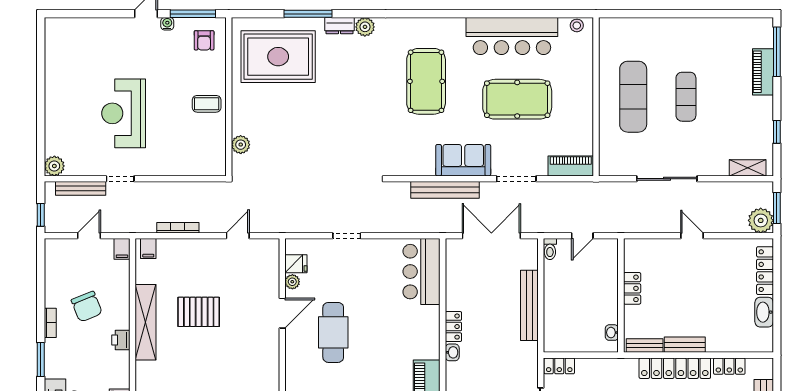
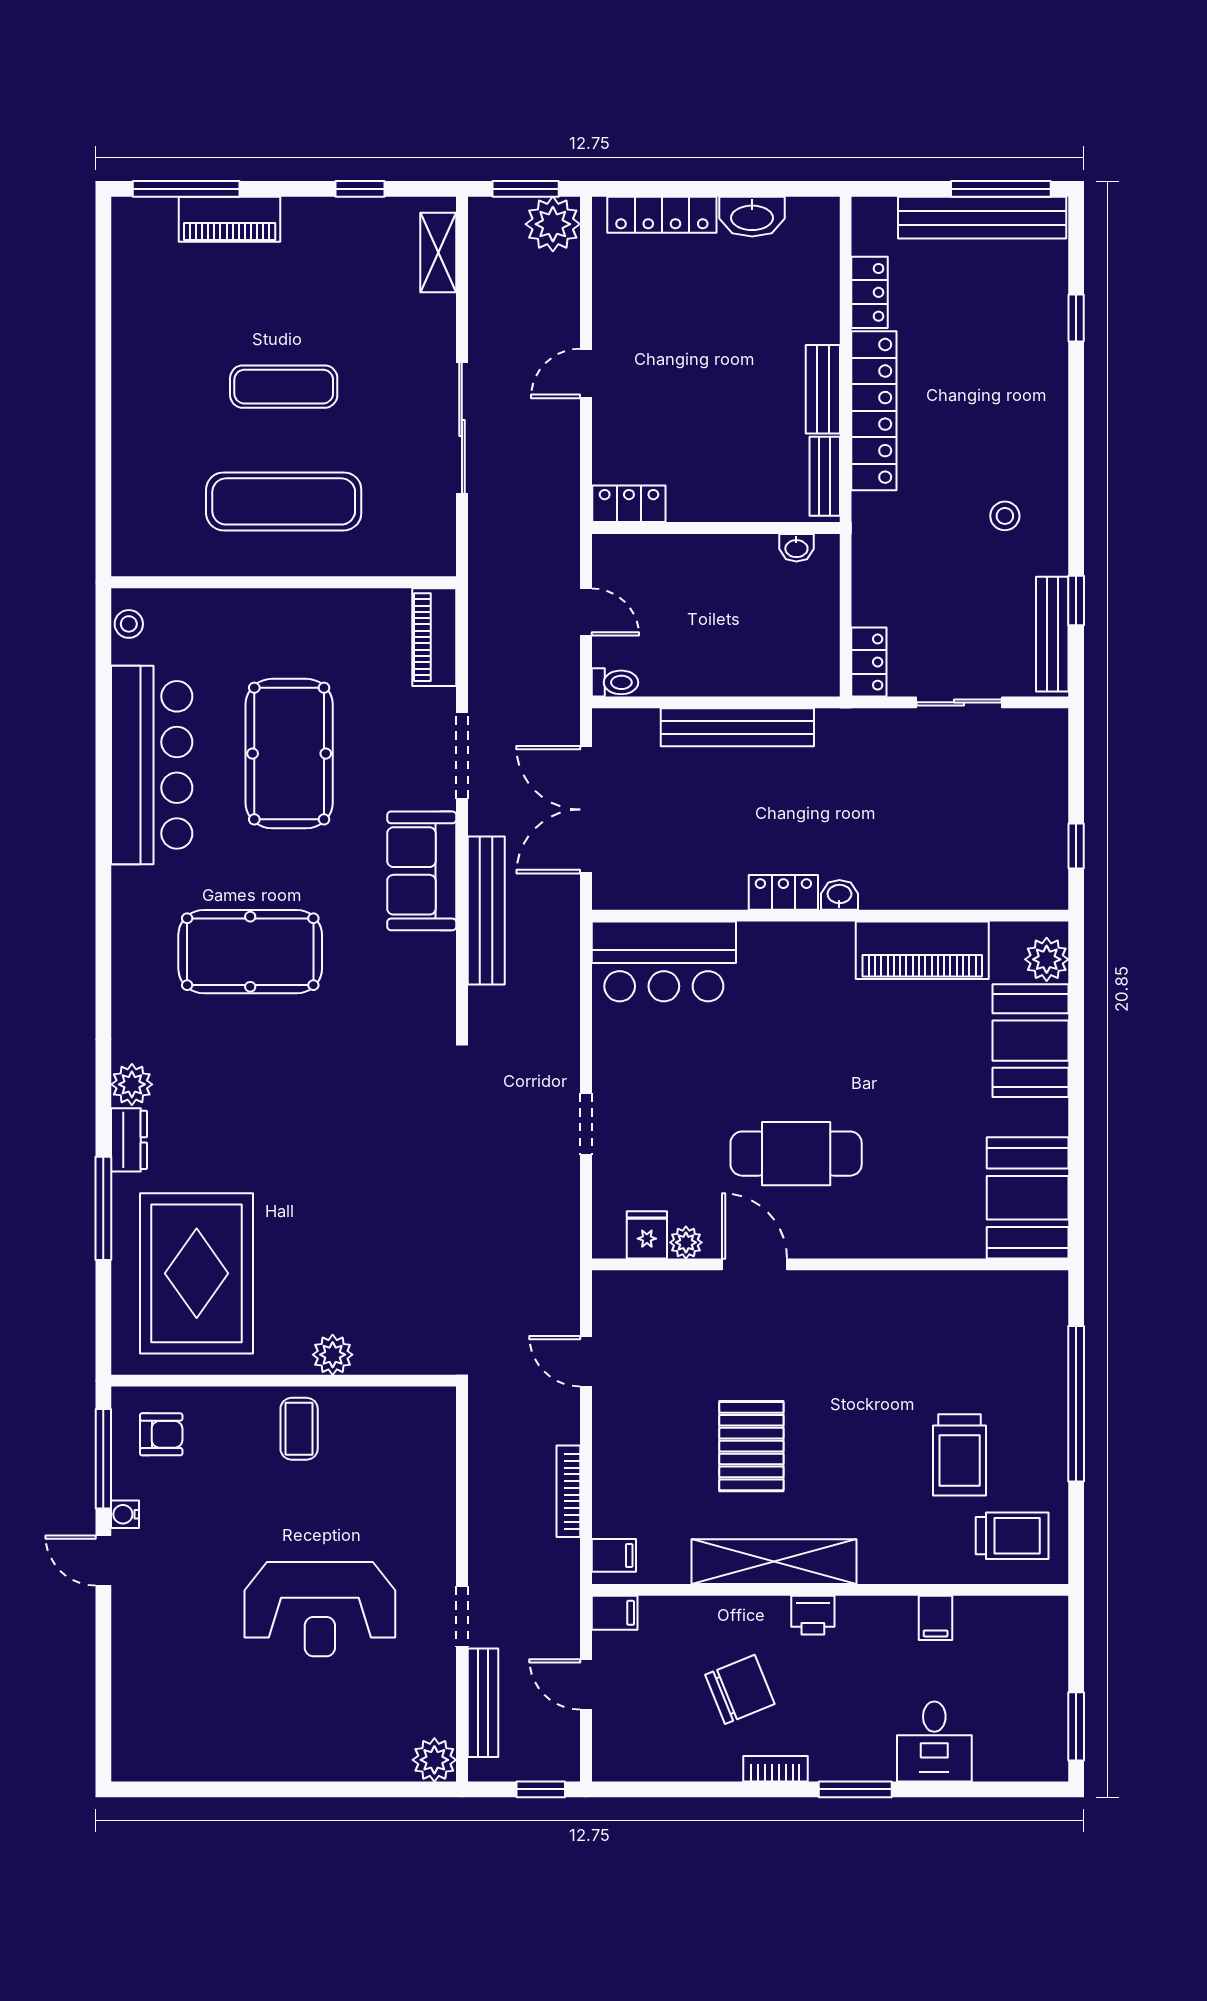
plant: (241, 145) -> (333, 1355), moved
locker: (632, 288) -> (629, 504), moved

